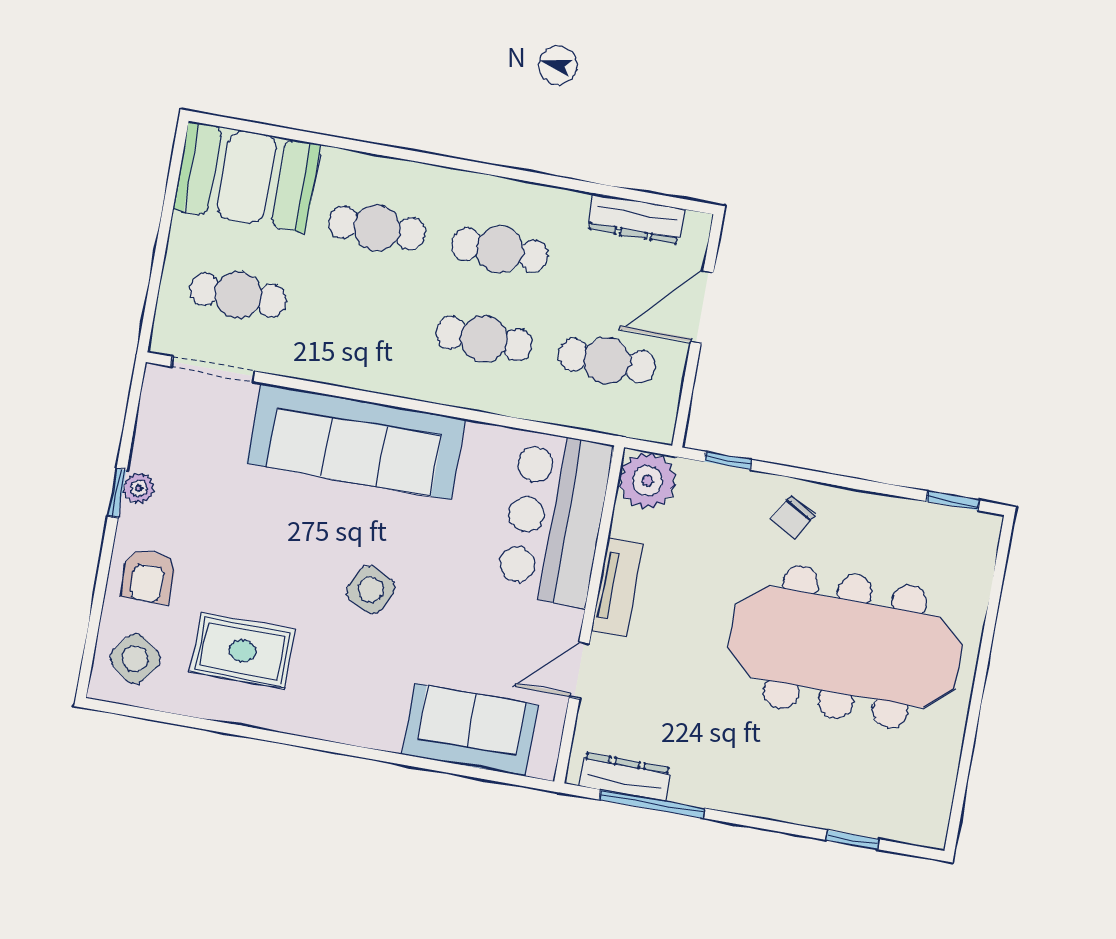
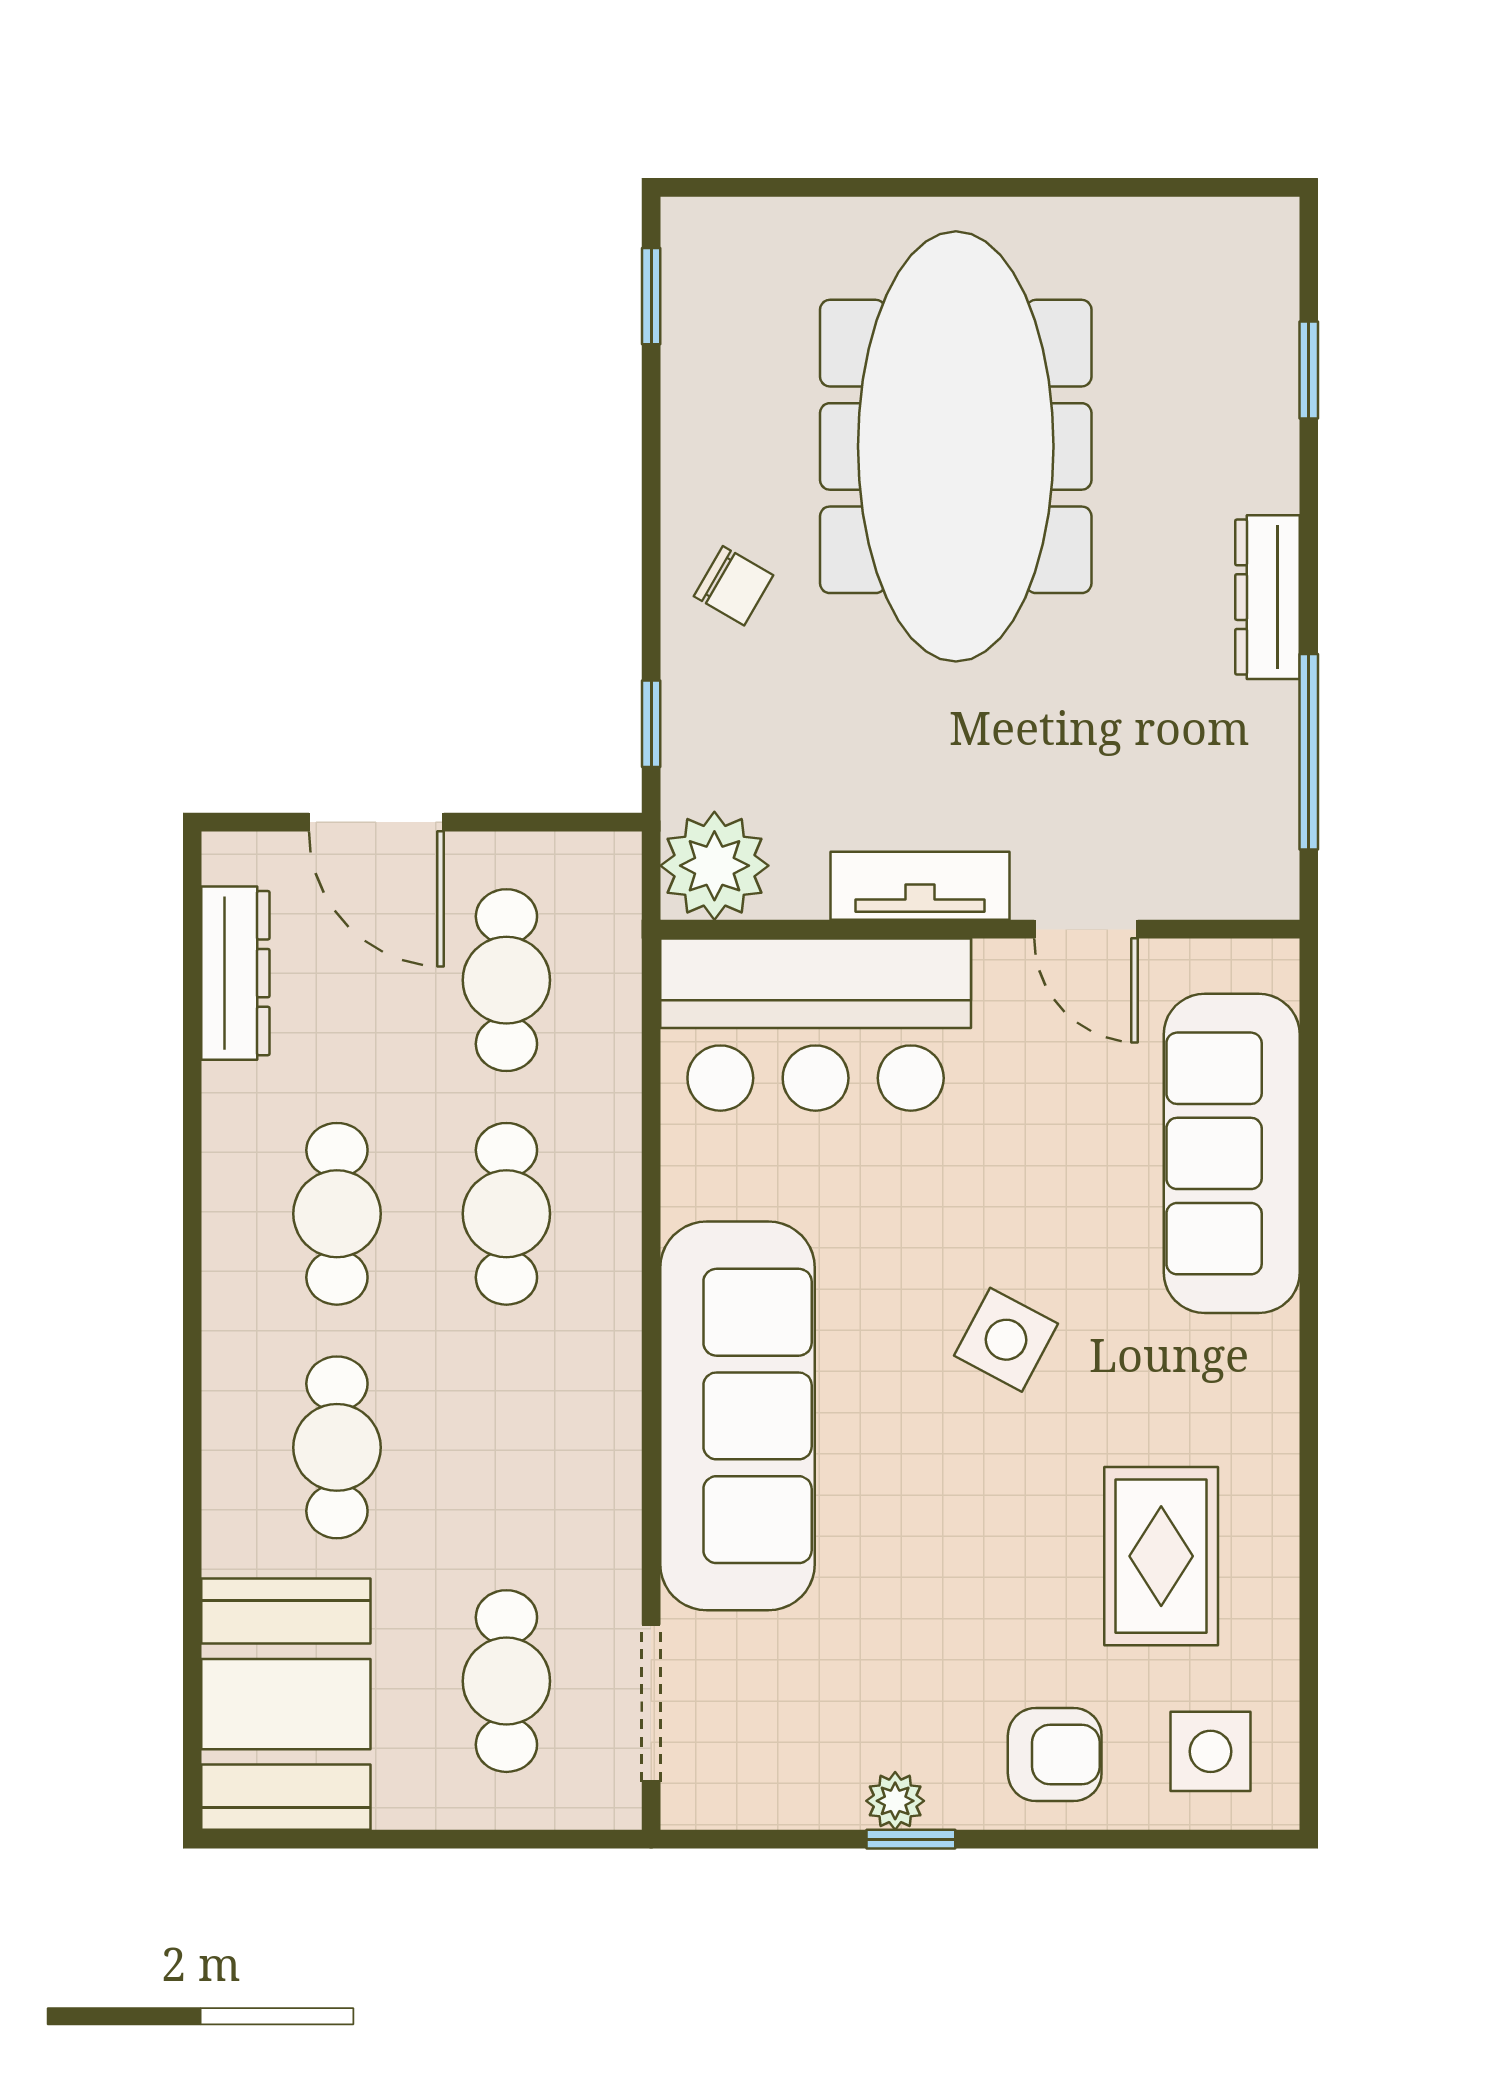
side table: (135, 659) -> (1211, 1751), turned -36
sofa: (470, 730) -> (1232, 1153), width x1.36
dresser: (625, 777) -> (1267, 597), moved

